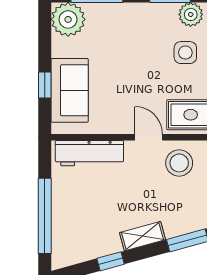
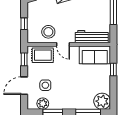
sofa: (70, 90) -> (95, 55), moved, turned -90

